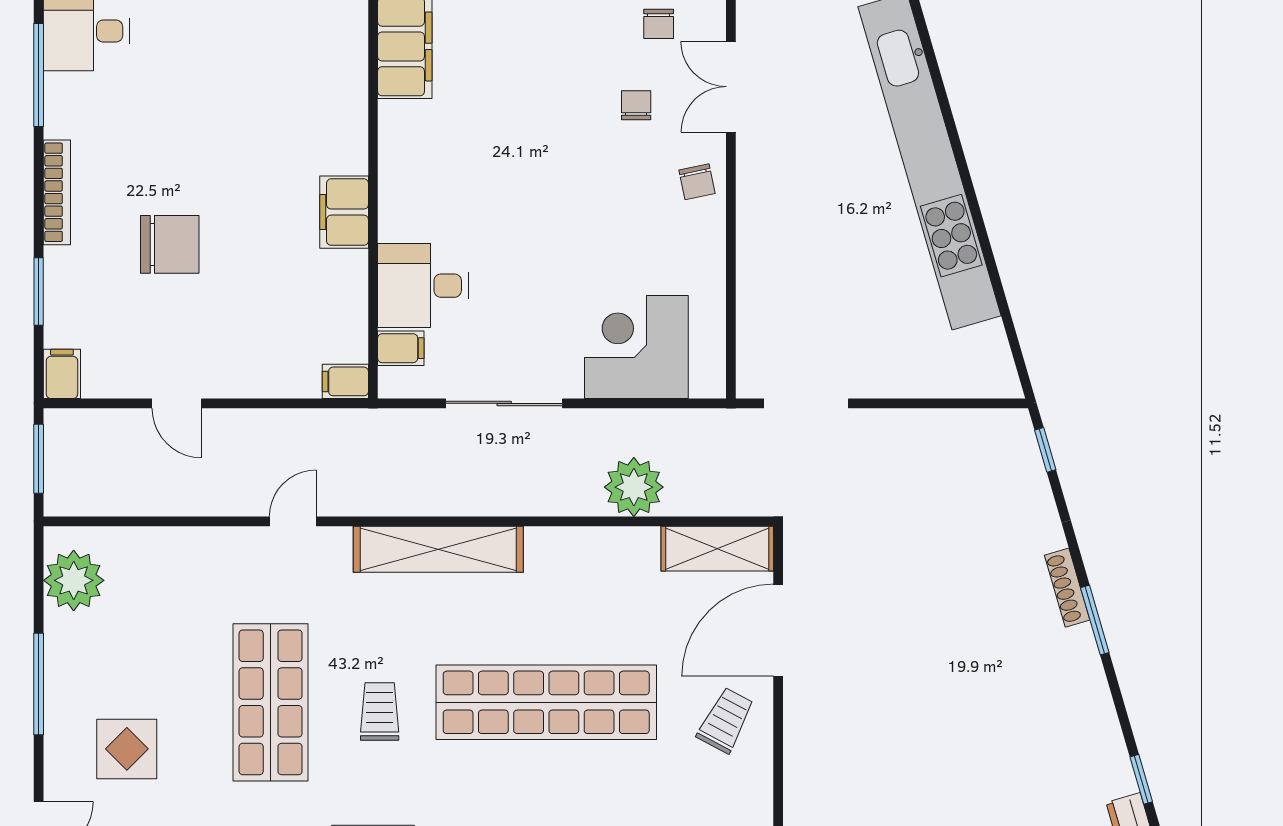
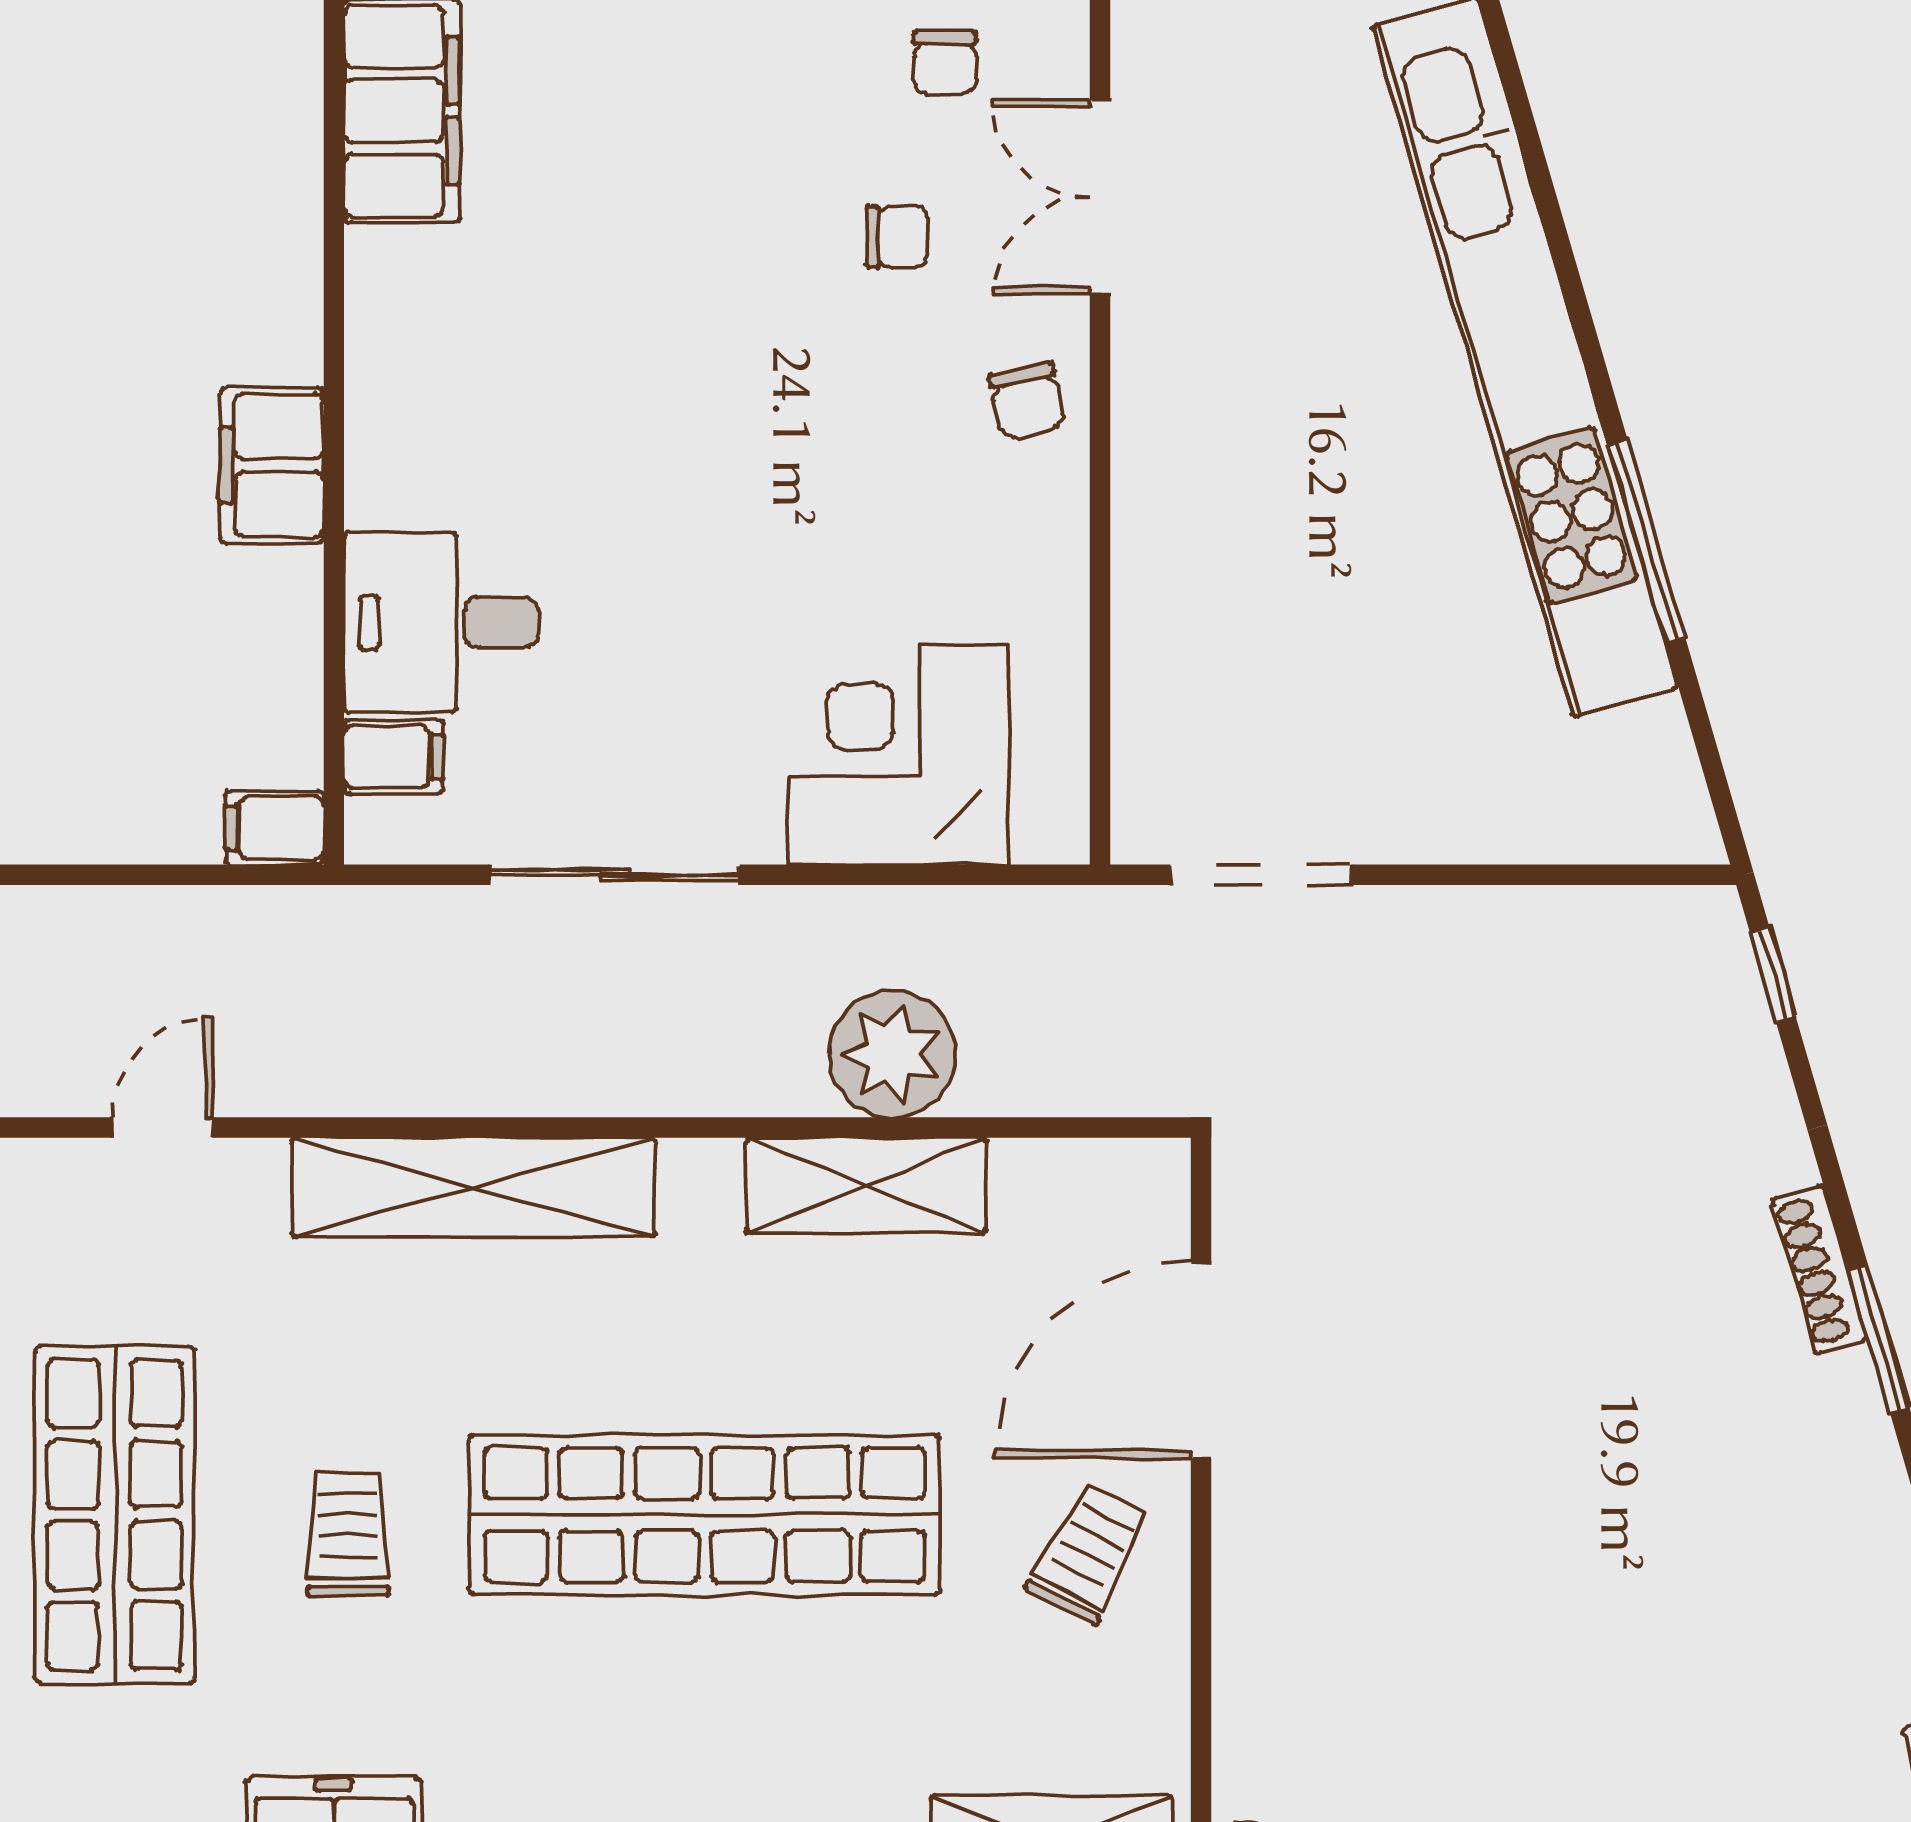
chair: (636, 105) -> (897, 237), turned 90
window: (986, 248) -> (1647, 542), added
shelving: (717, 549) -> (866, 1186), moved

